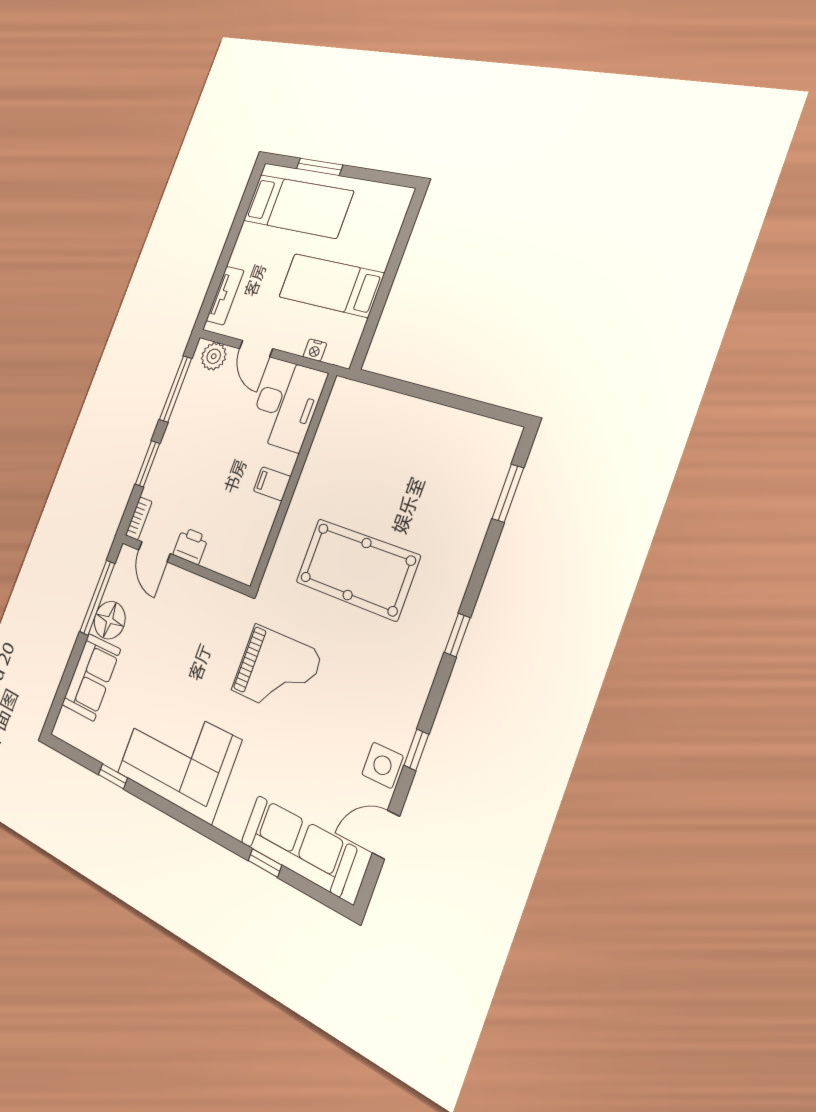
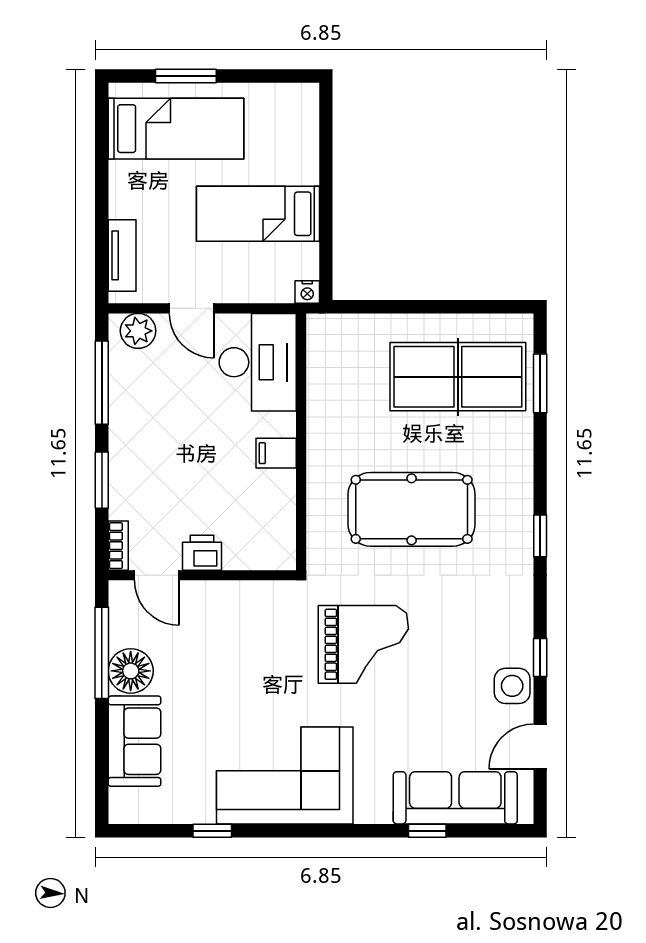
nightstand: (315, 350) -> (307, 292), moved
table tennis table: (438, 465) -> (458, 377), added

